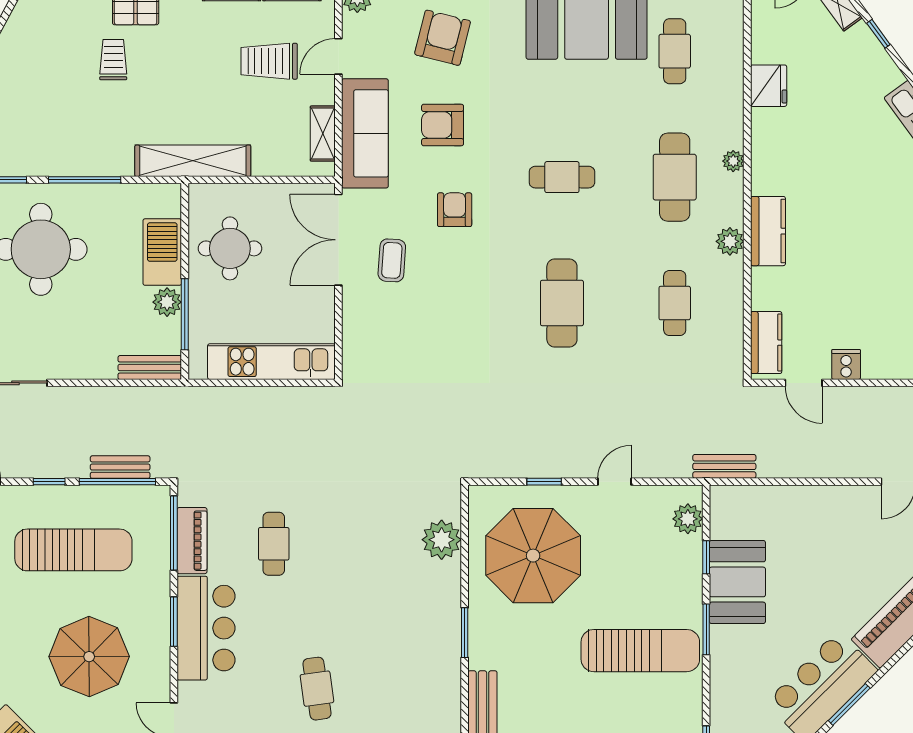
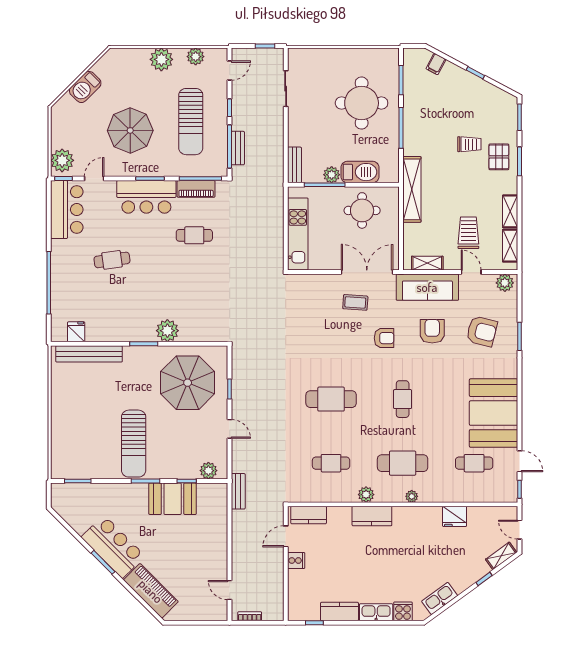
plant: (442, 540) -> (167, 331), moved

